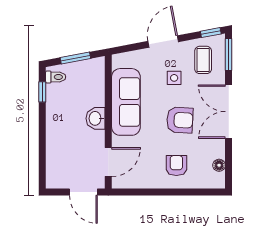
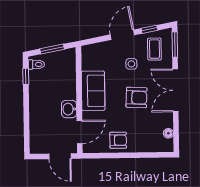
window: (211, 33) -> (149, 29), moved
sofa: (126, 102) -> (93, 91), width x0.73
washbasin: (96, 118) -> (69, 109), moved
armchair: (176, 166) -> (118, 140), moved, turned 90

